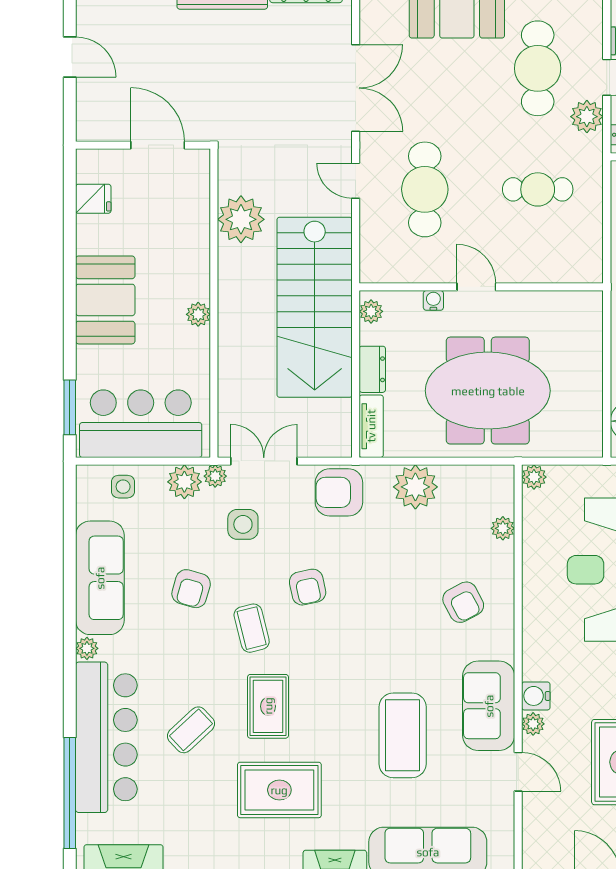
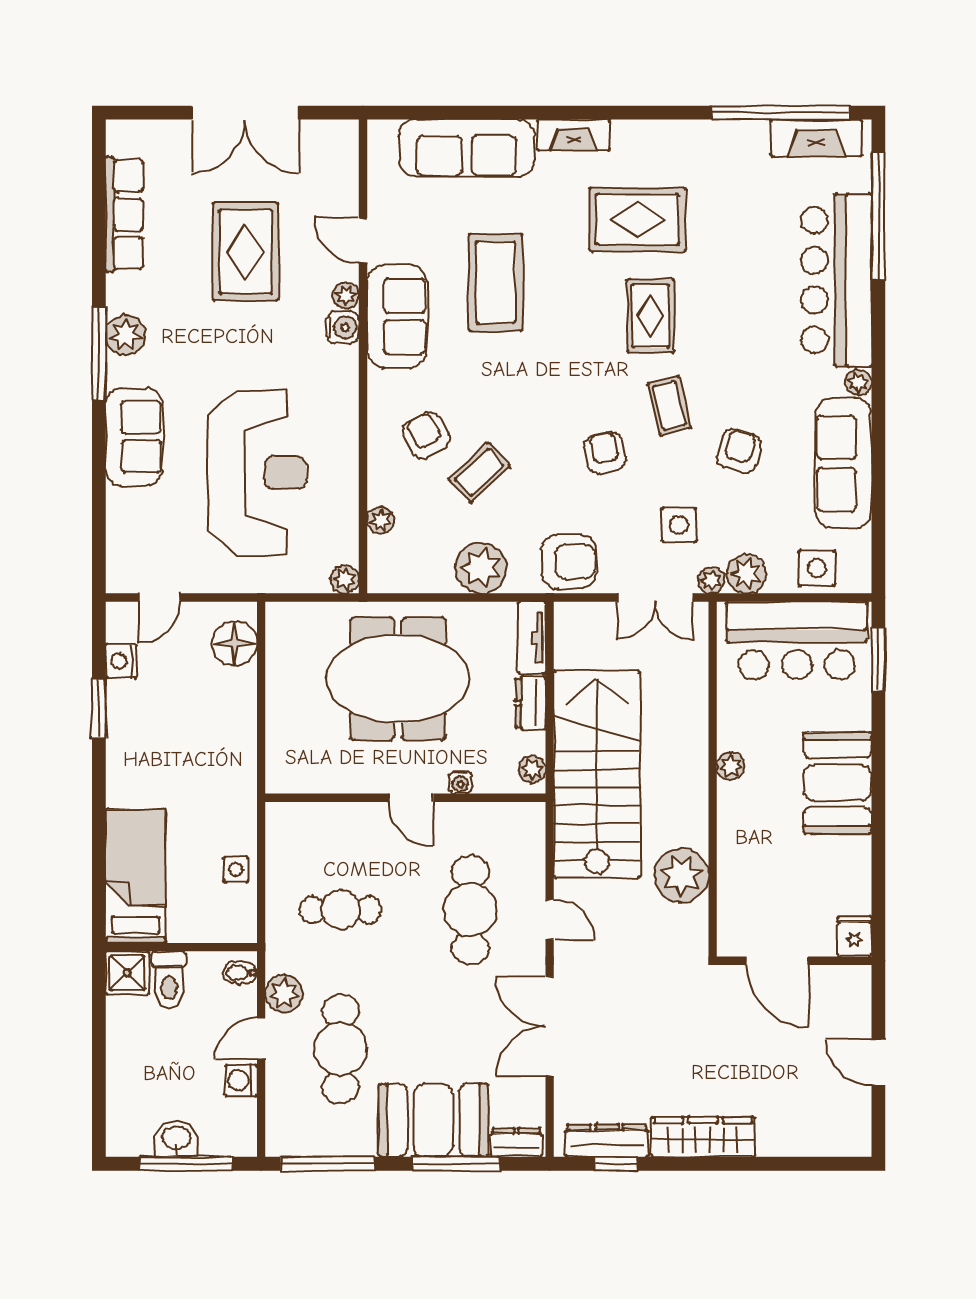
fridge: (93, 199) -> (855, 936), moved, turned 90
side table: (123, 487) -> (817, 568), width x1.37, depth x1.37
coffee table: (191, 730) -> (479, 473), moved

